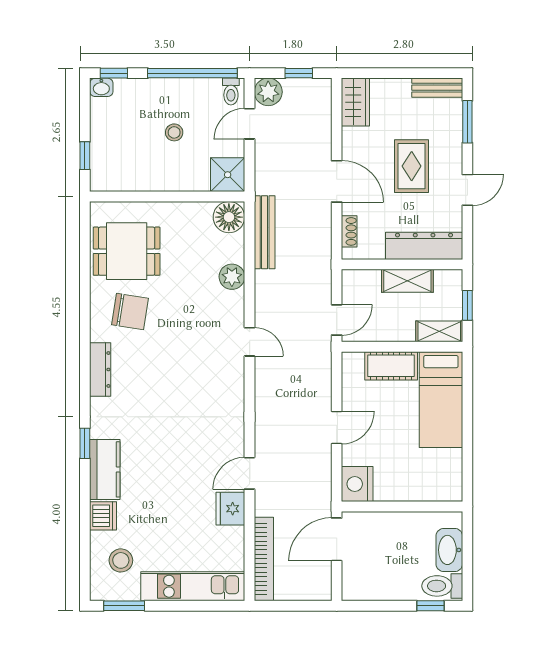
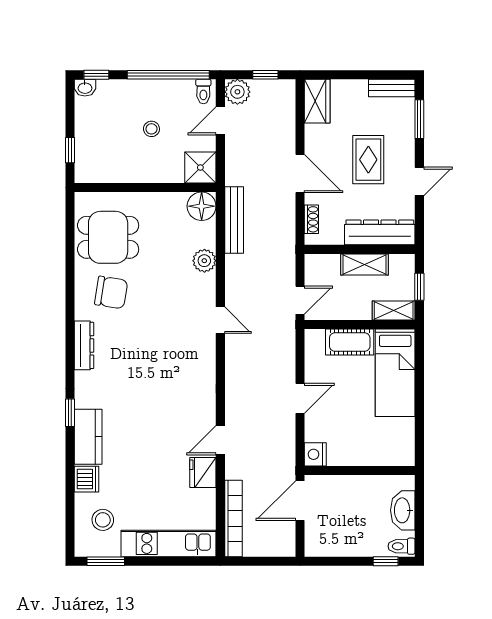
nightstand: (357, 484) -> (315, 454), width x0.74, depth x0.75
toilet: (442, 586) -> (402, 546), width x0.73, depth x0.72

